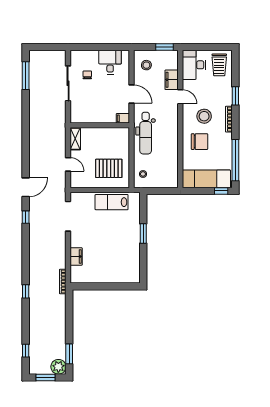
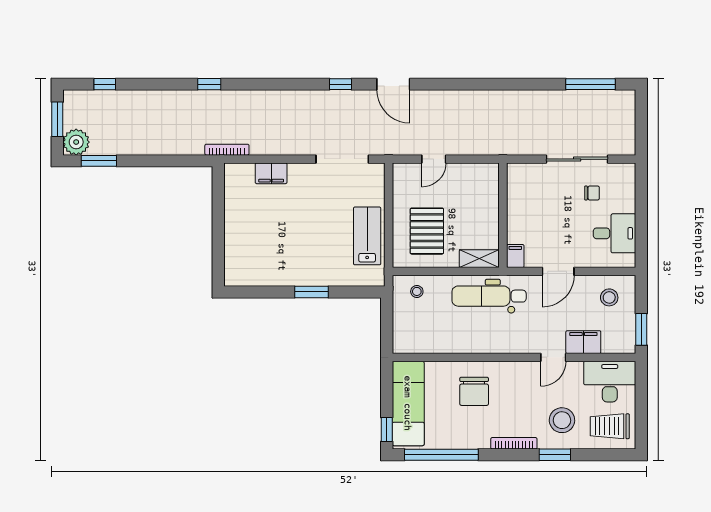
stool: (204, 116) -> (562, 420), moved
shelving: (75, 139) -> (479, 259), moved

